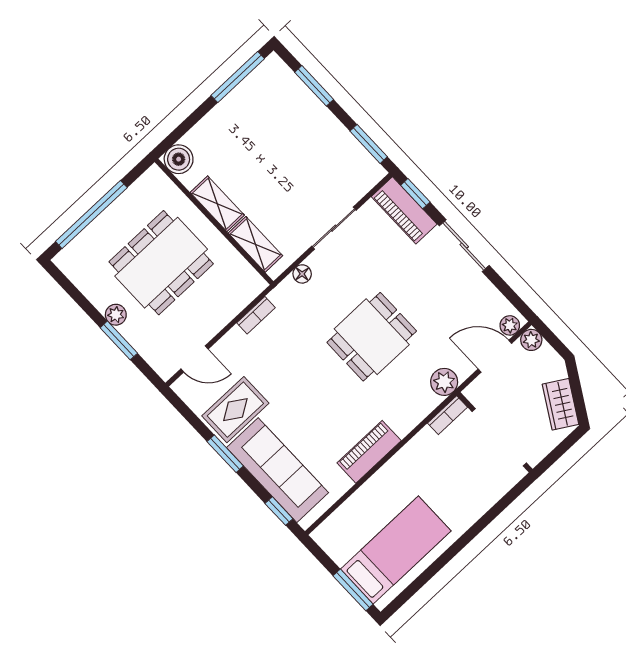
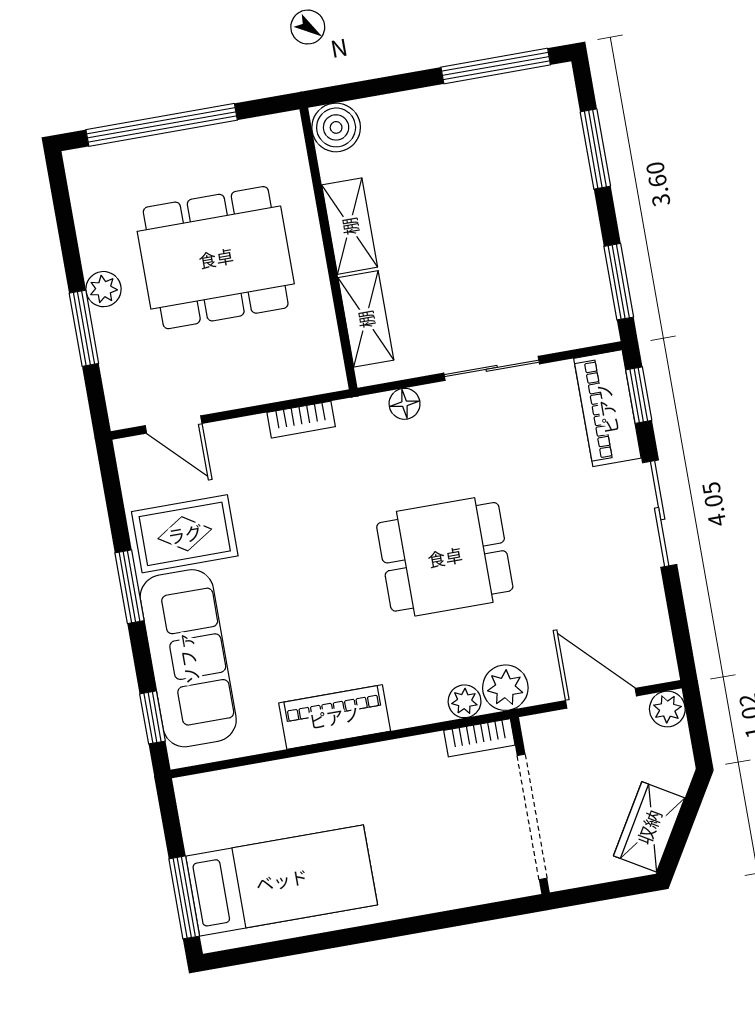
plant: (510, 325) -> (465, 701), moved

